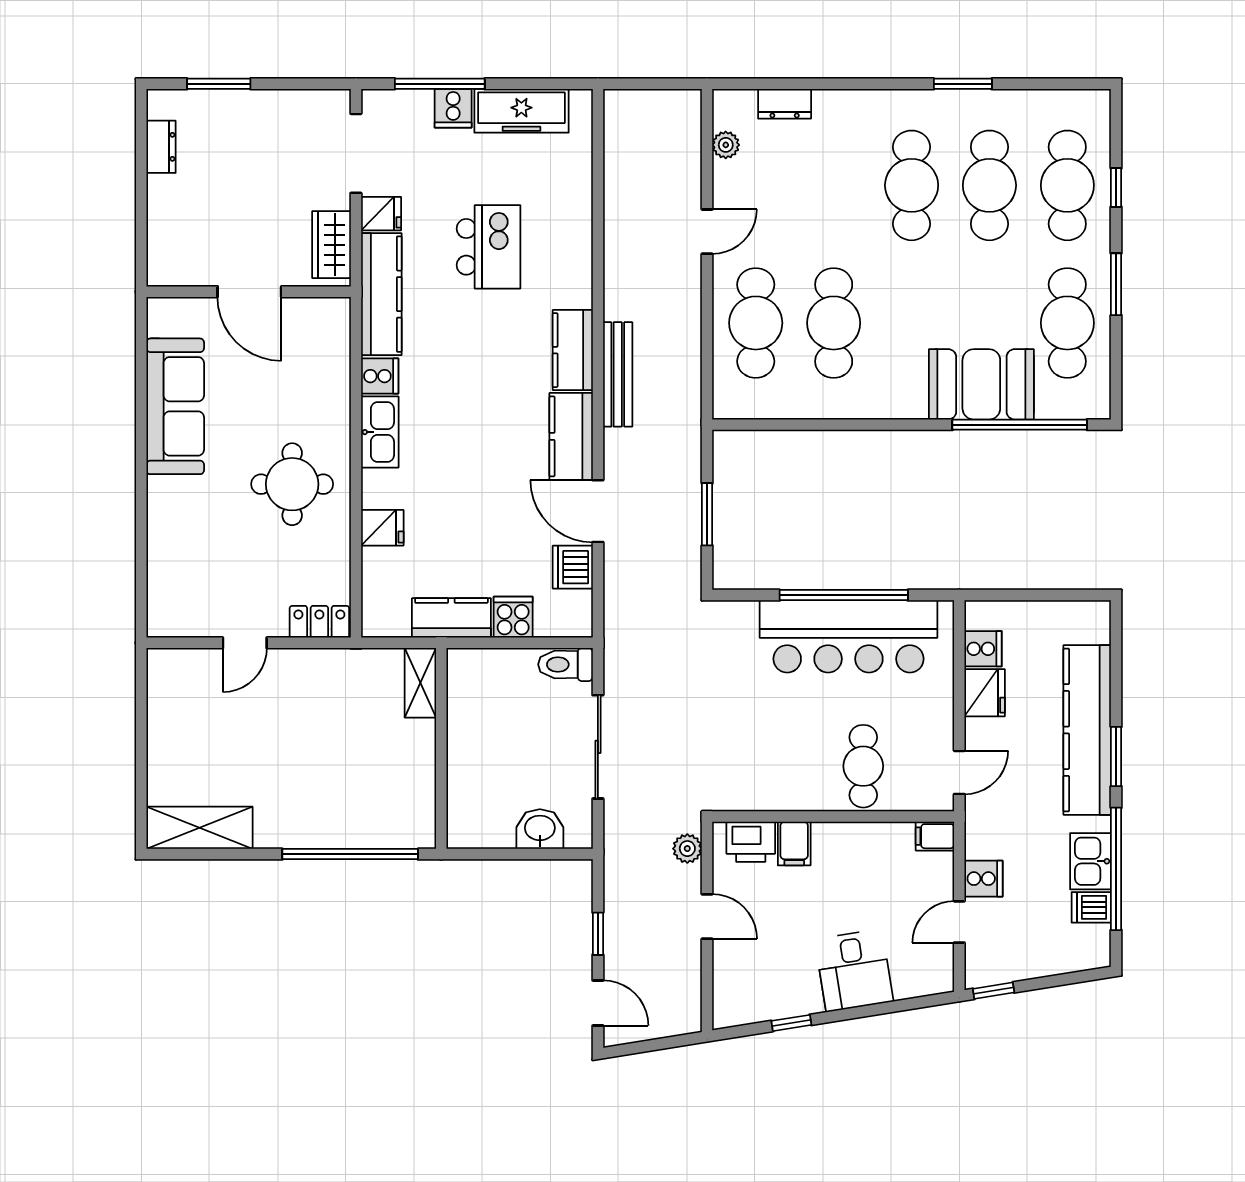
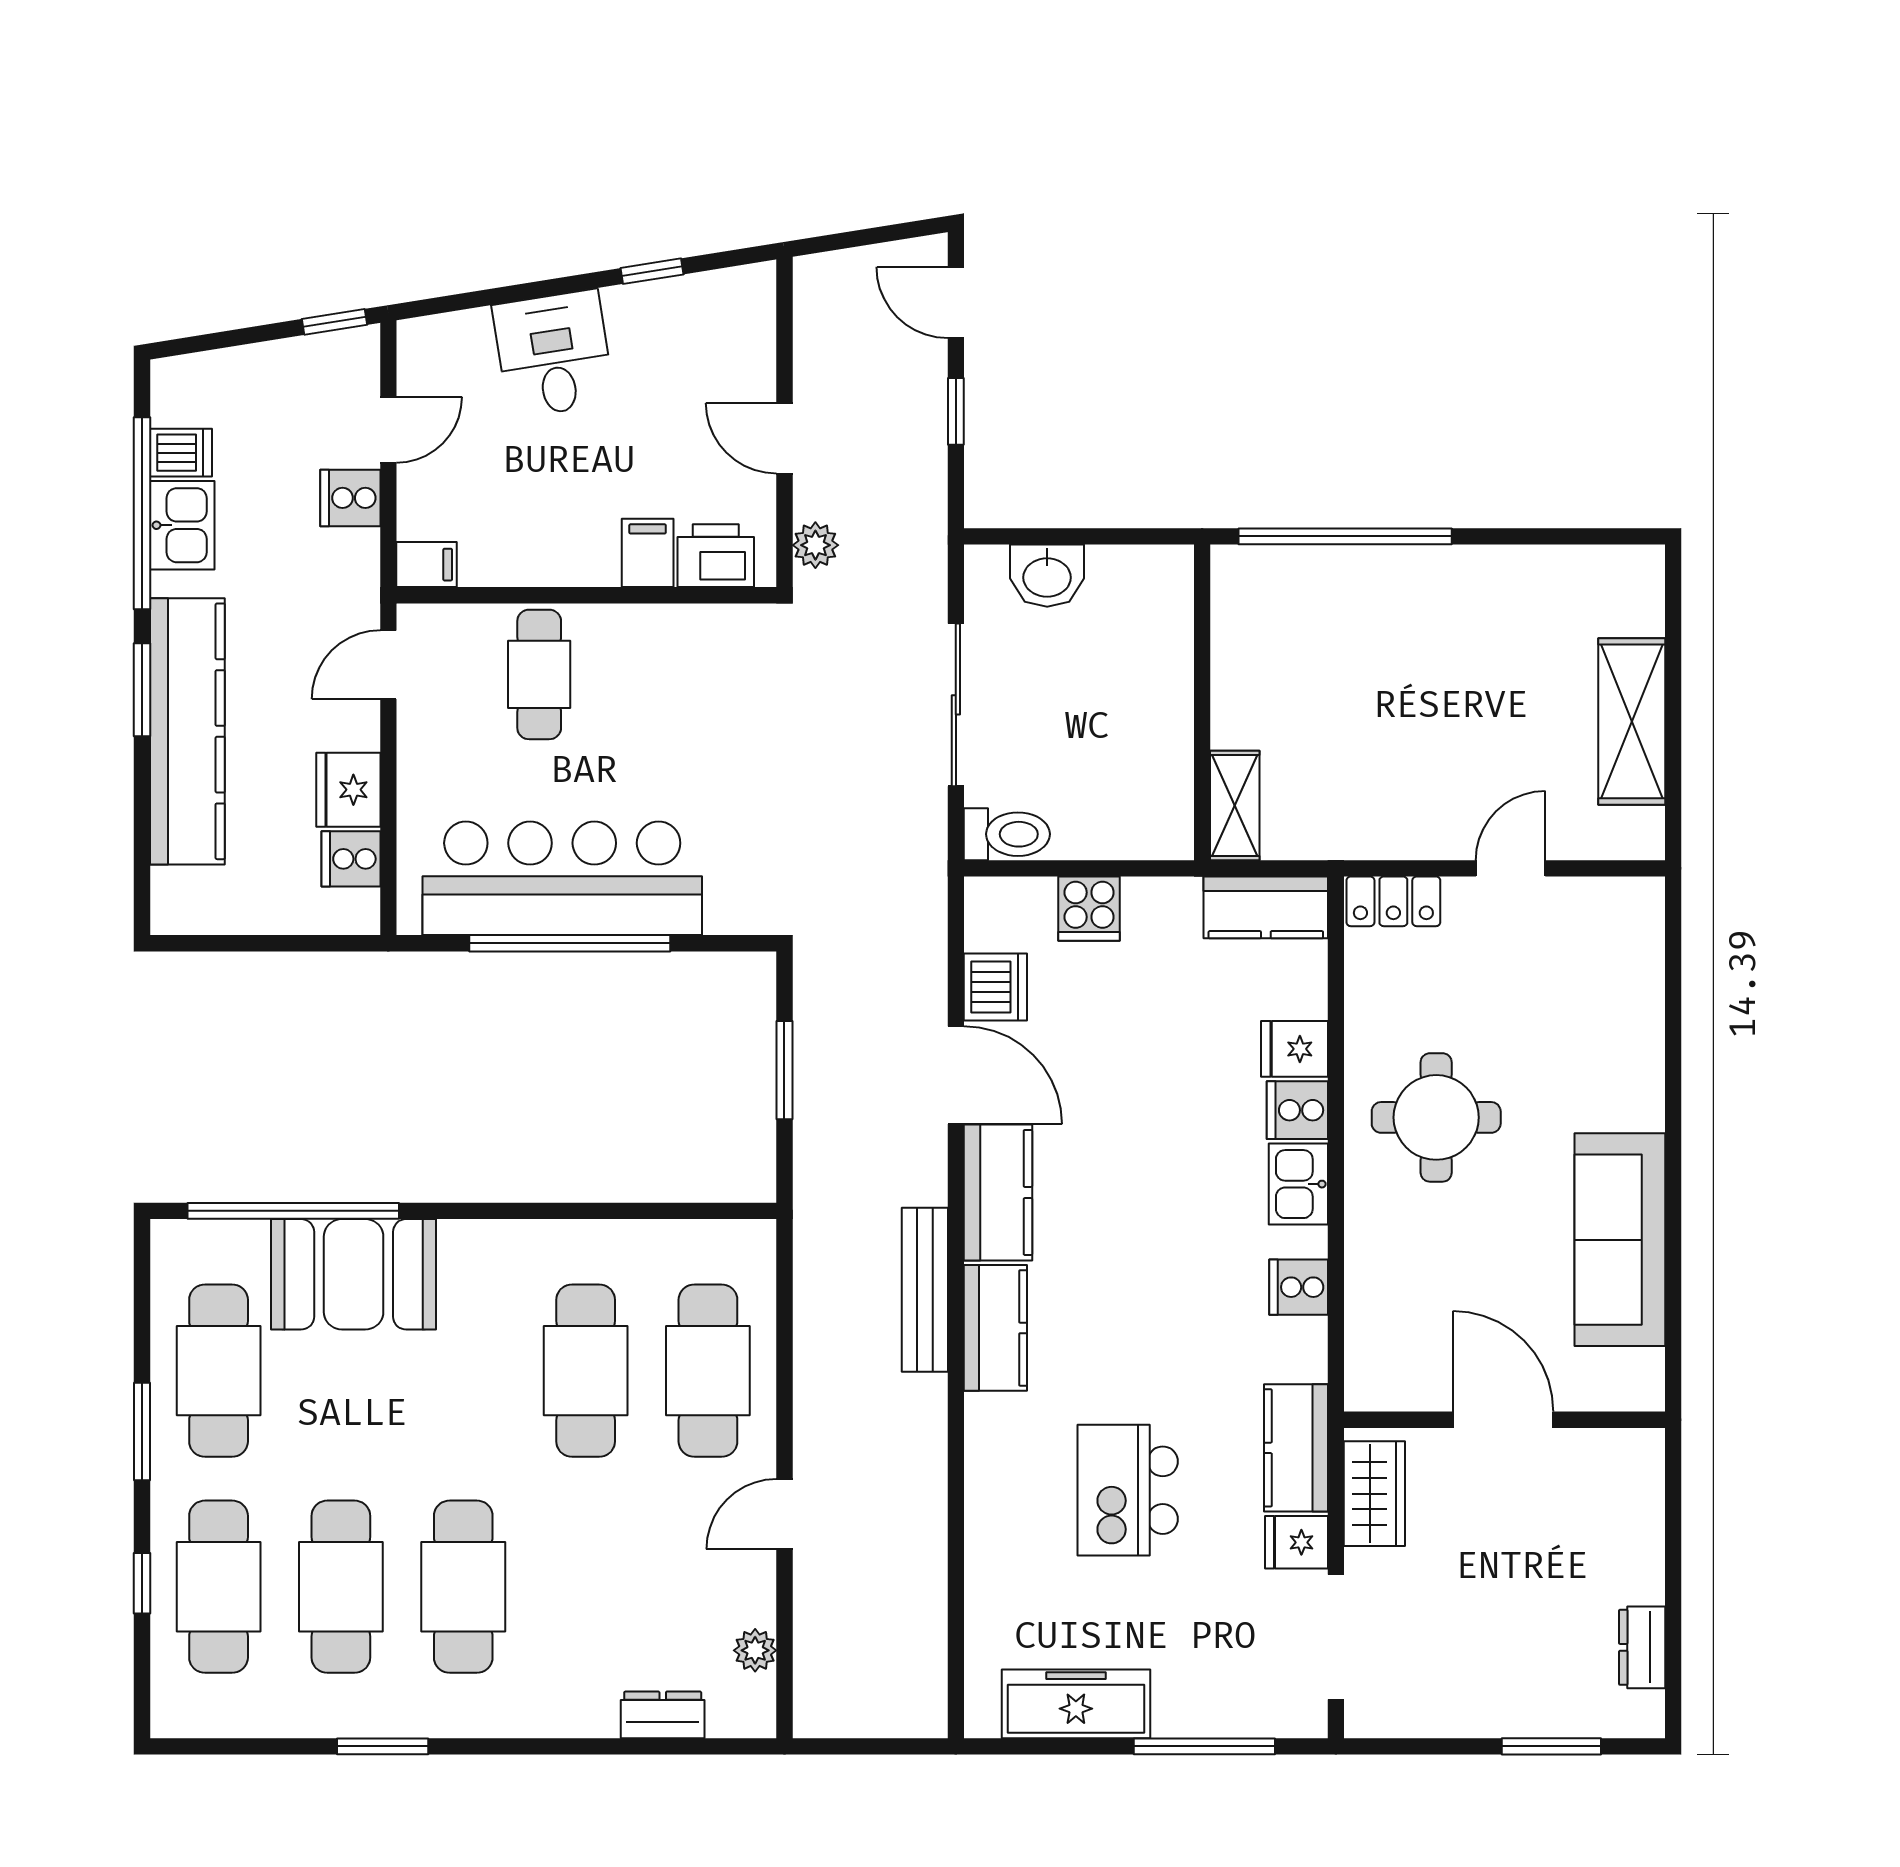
cooker: (453, 108) -> (1297, 1110), moved, turned -90
kitchen counter: (381, 294) -> (1296, 1448), width x0.67
kitchen sink: (380, 432) -> (1298, 1184), width x0.73
kitchen counter: (451, 618) -> (1266, 907), moved
shelving: (199, 828) -> (1632, 721), moved, turned 90

